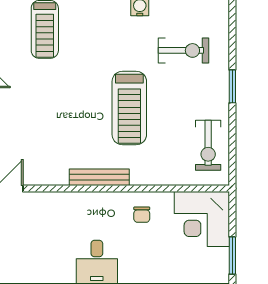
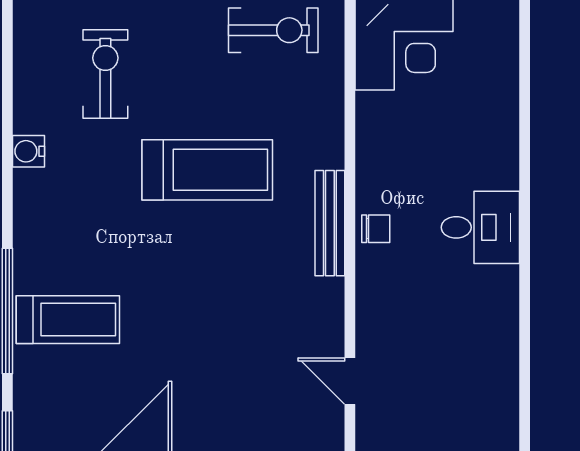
chair: (142, 215) -> (376, 229), moved

